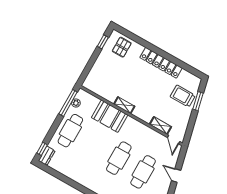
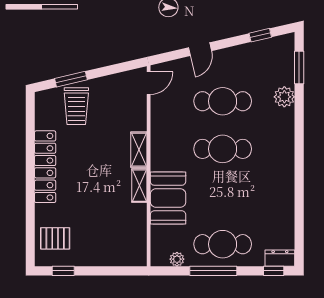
window: (68, 103) -> (213, 271), moved
shelving: (160, 126) -> (139, 150), moved

